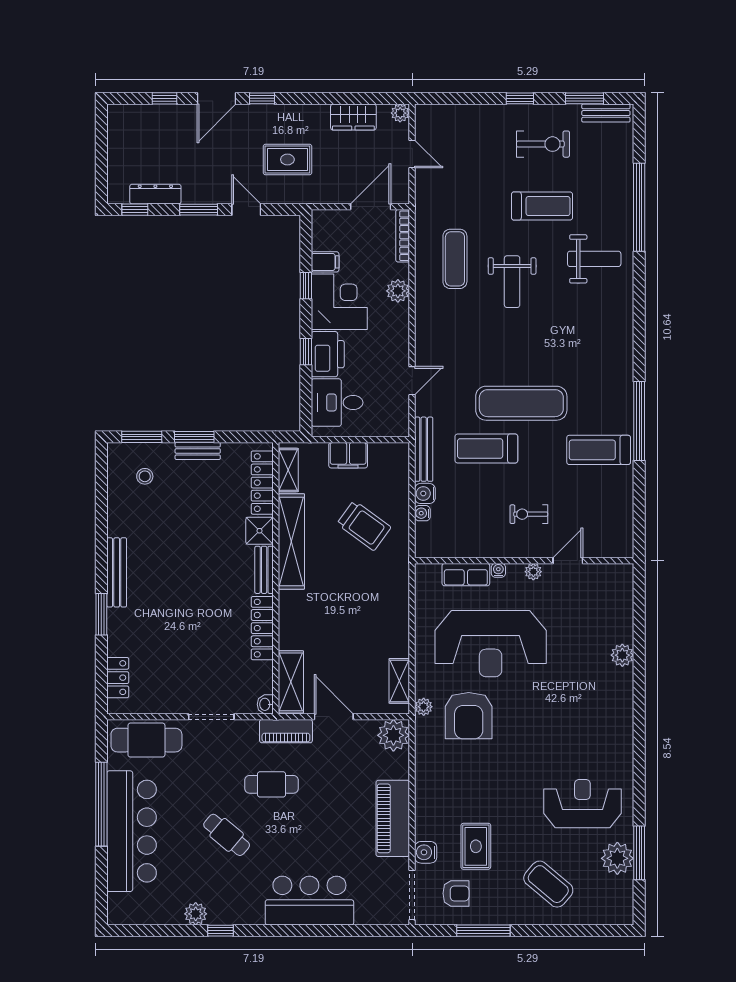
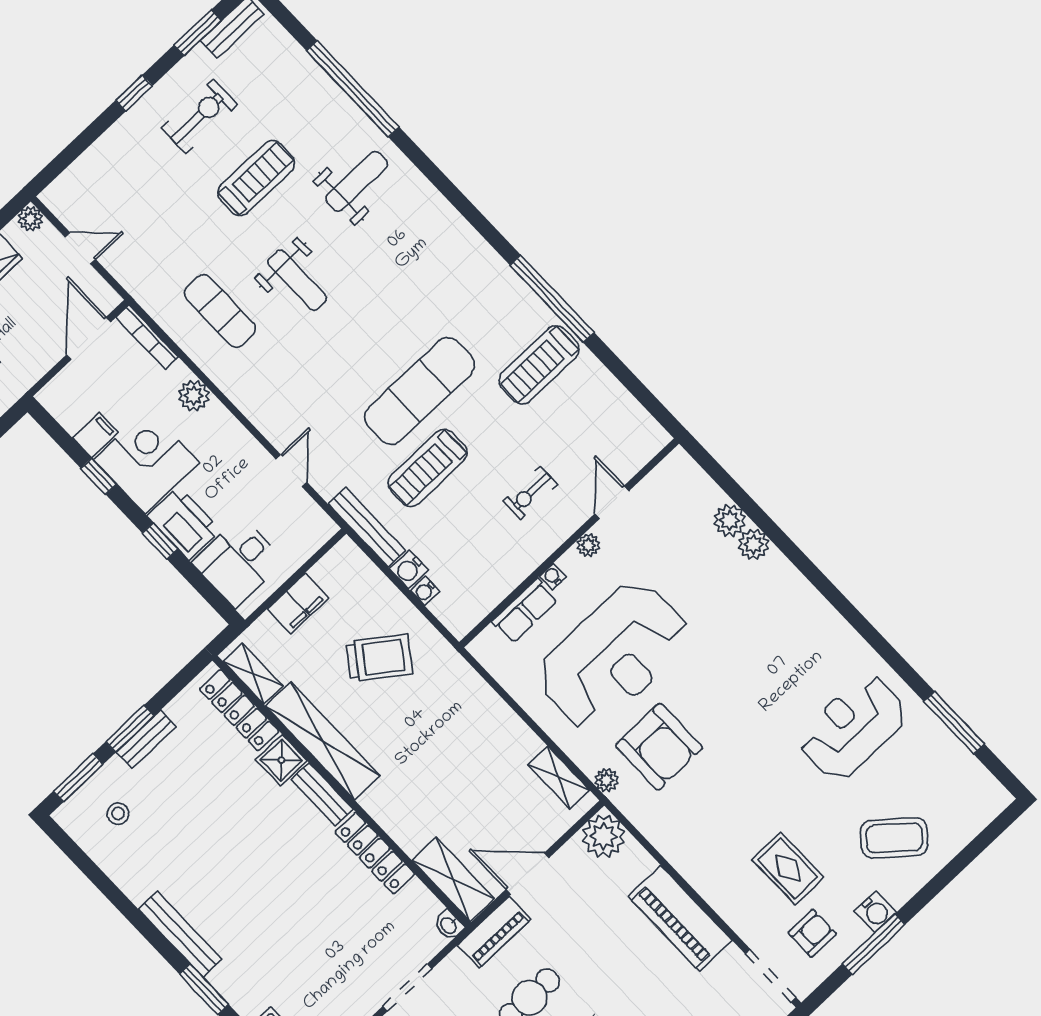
water cooler: (426, 852) -> (875, 912), moved, turned -90
plant: (617, 858) -> (730, 520), moved, width x0.73, depth x0.73

